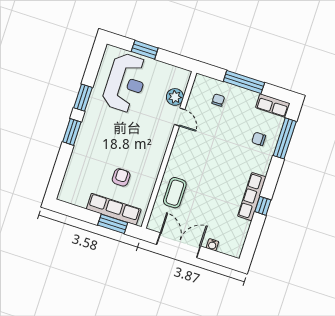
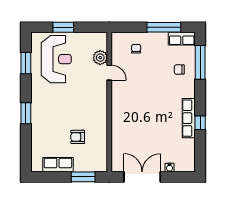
window: (244, 82) -> (164, 27), moved
window: (83, 98) -> (26, 63), moved
armchair: (121, 177) -> (78, 137), turned -90
coffee table: (175, 193) -> (125, 135), removed
row of seats: (114, 209) -> (58, 165), moved, width x0.68

